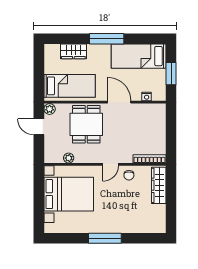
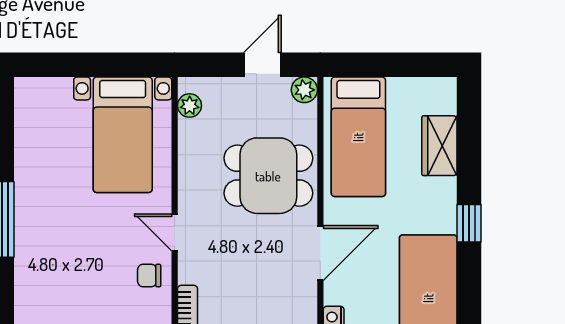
window: (107, 39) -> (469, 223), width x0.46
plant: (69, 158) -> (190, 106), moved
bed with nightstands: (69, 194) -> (123, 135), width x0.73

